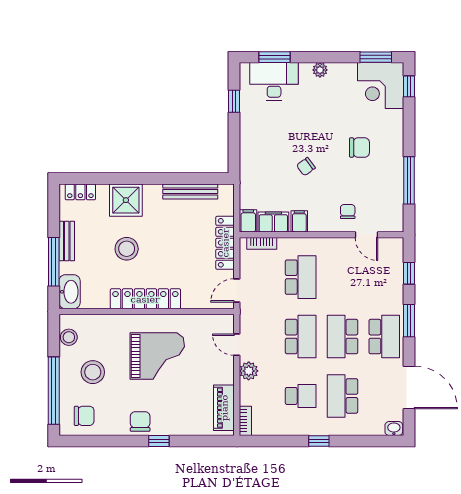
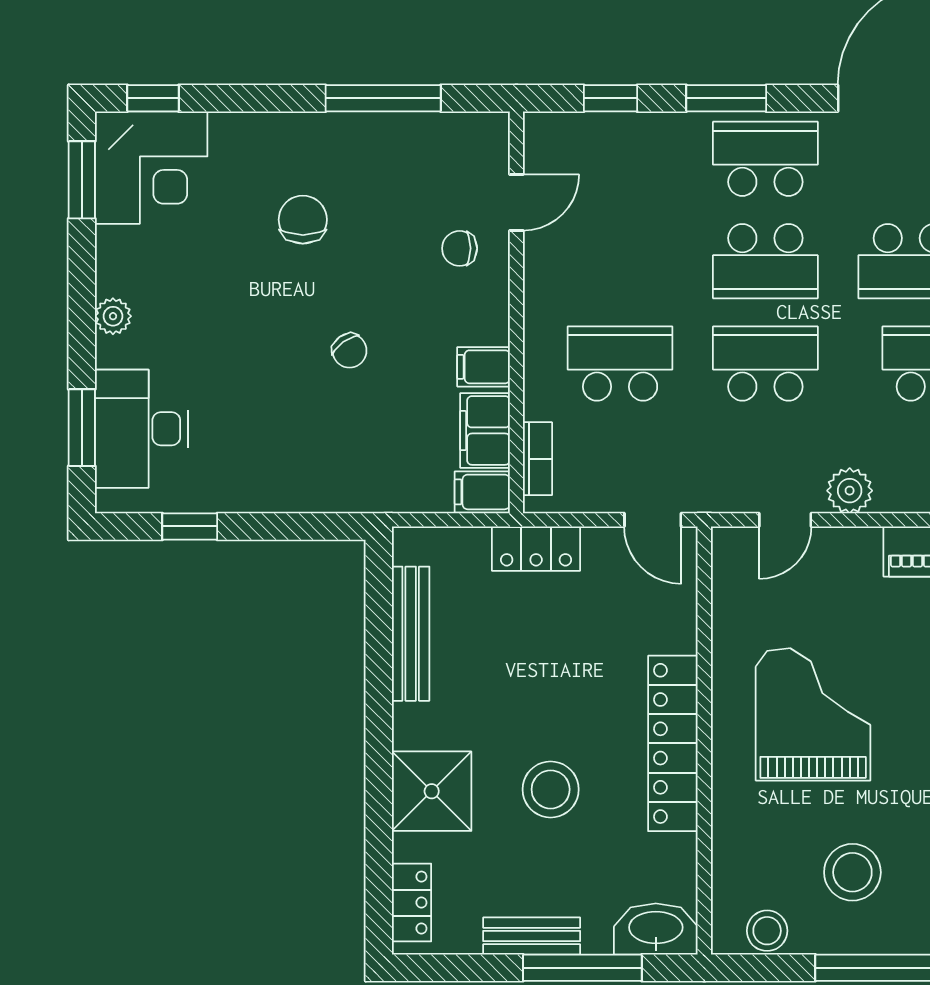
locker: (225, 243) -> (536, 549), width x0.66

